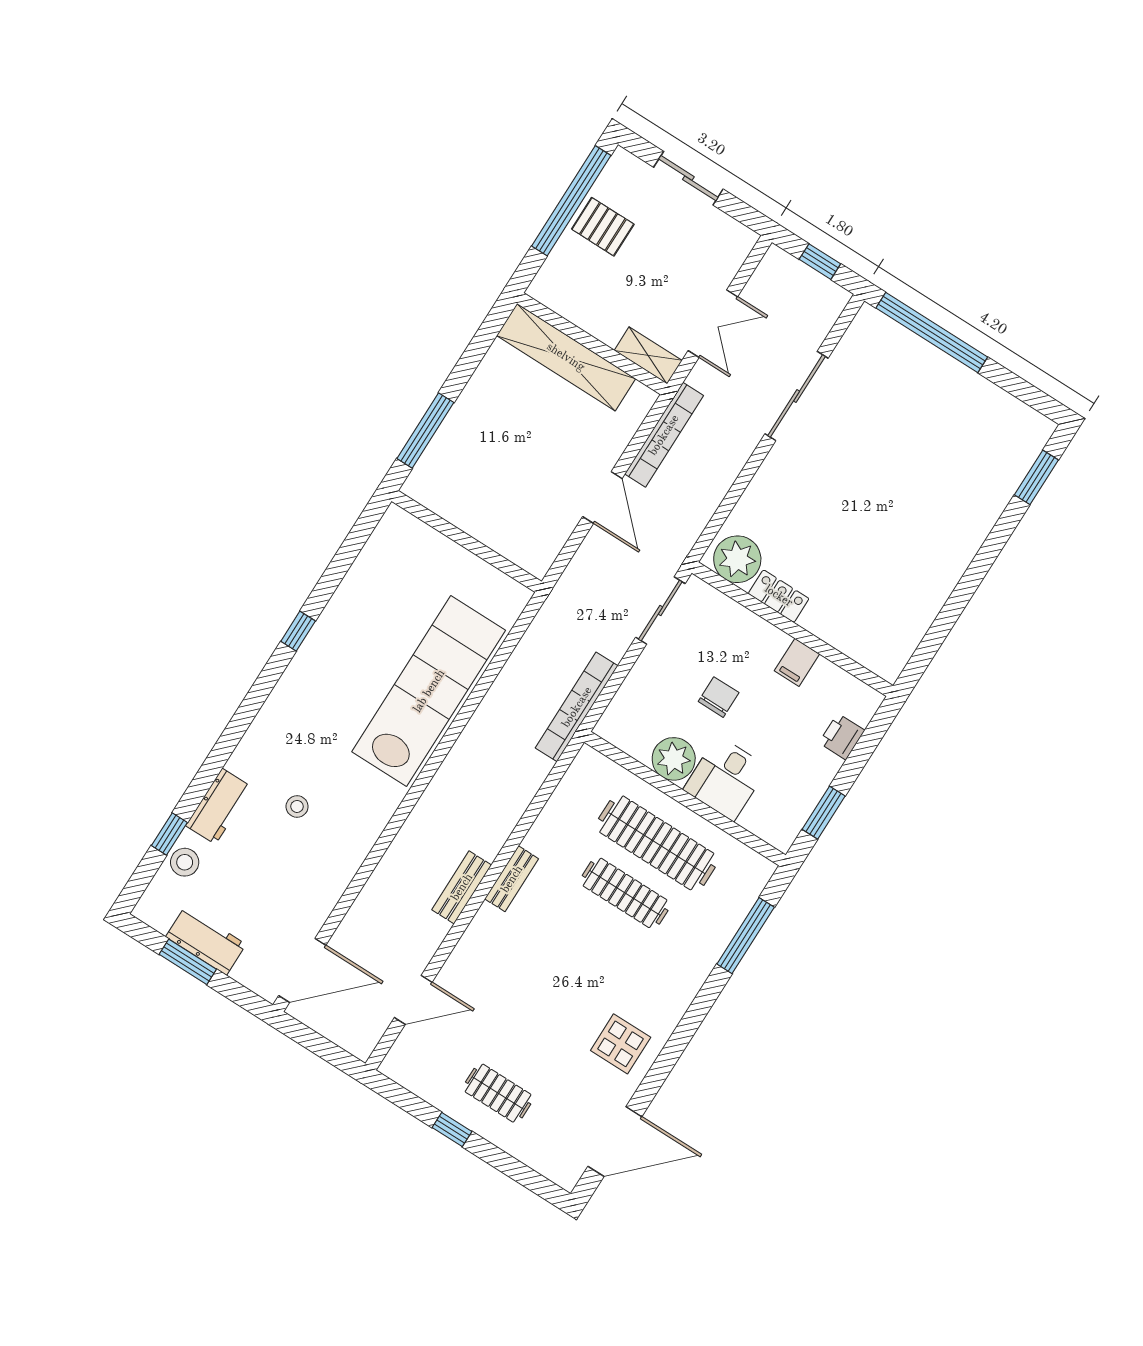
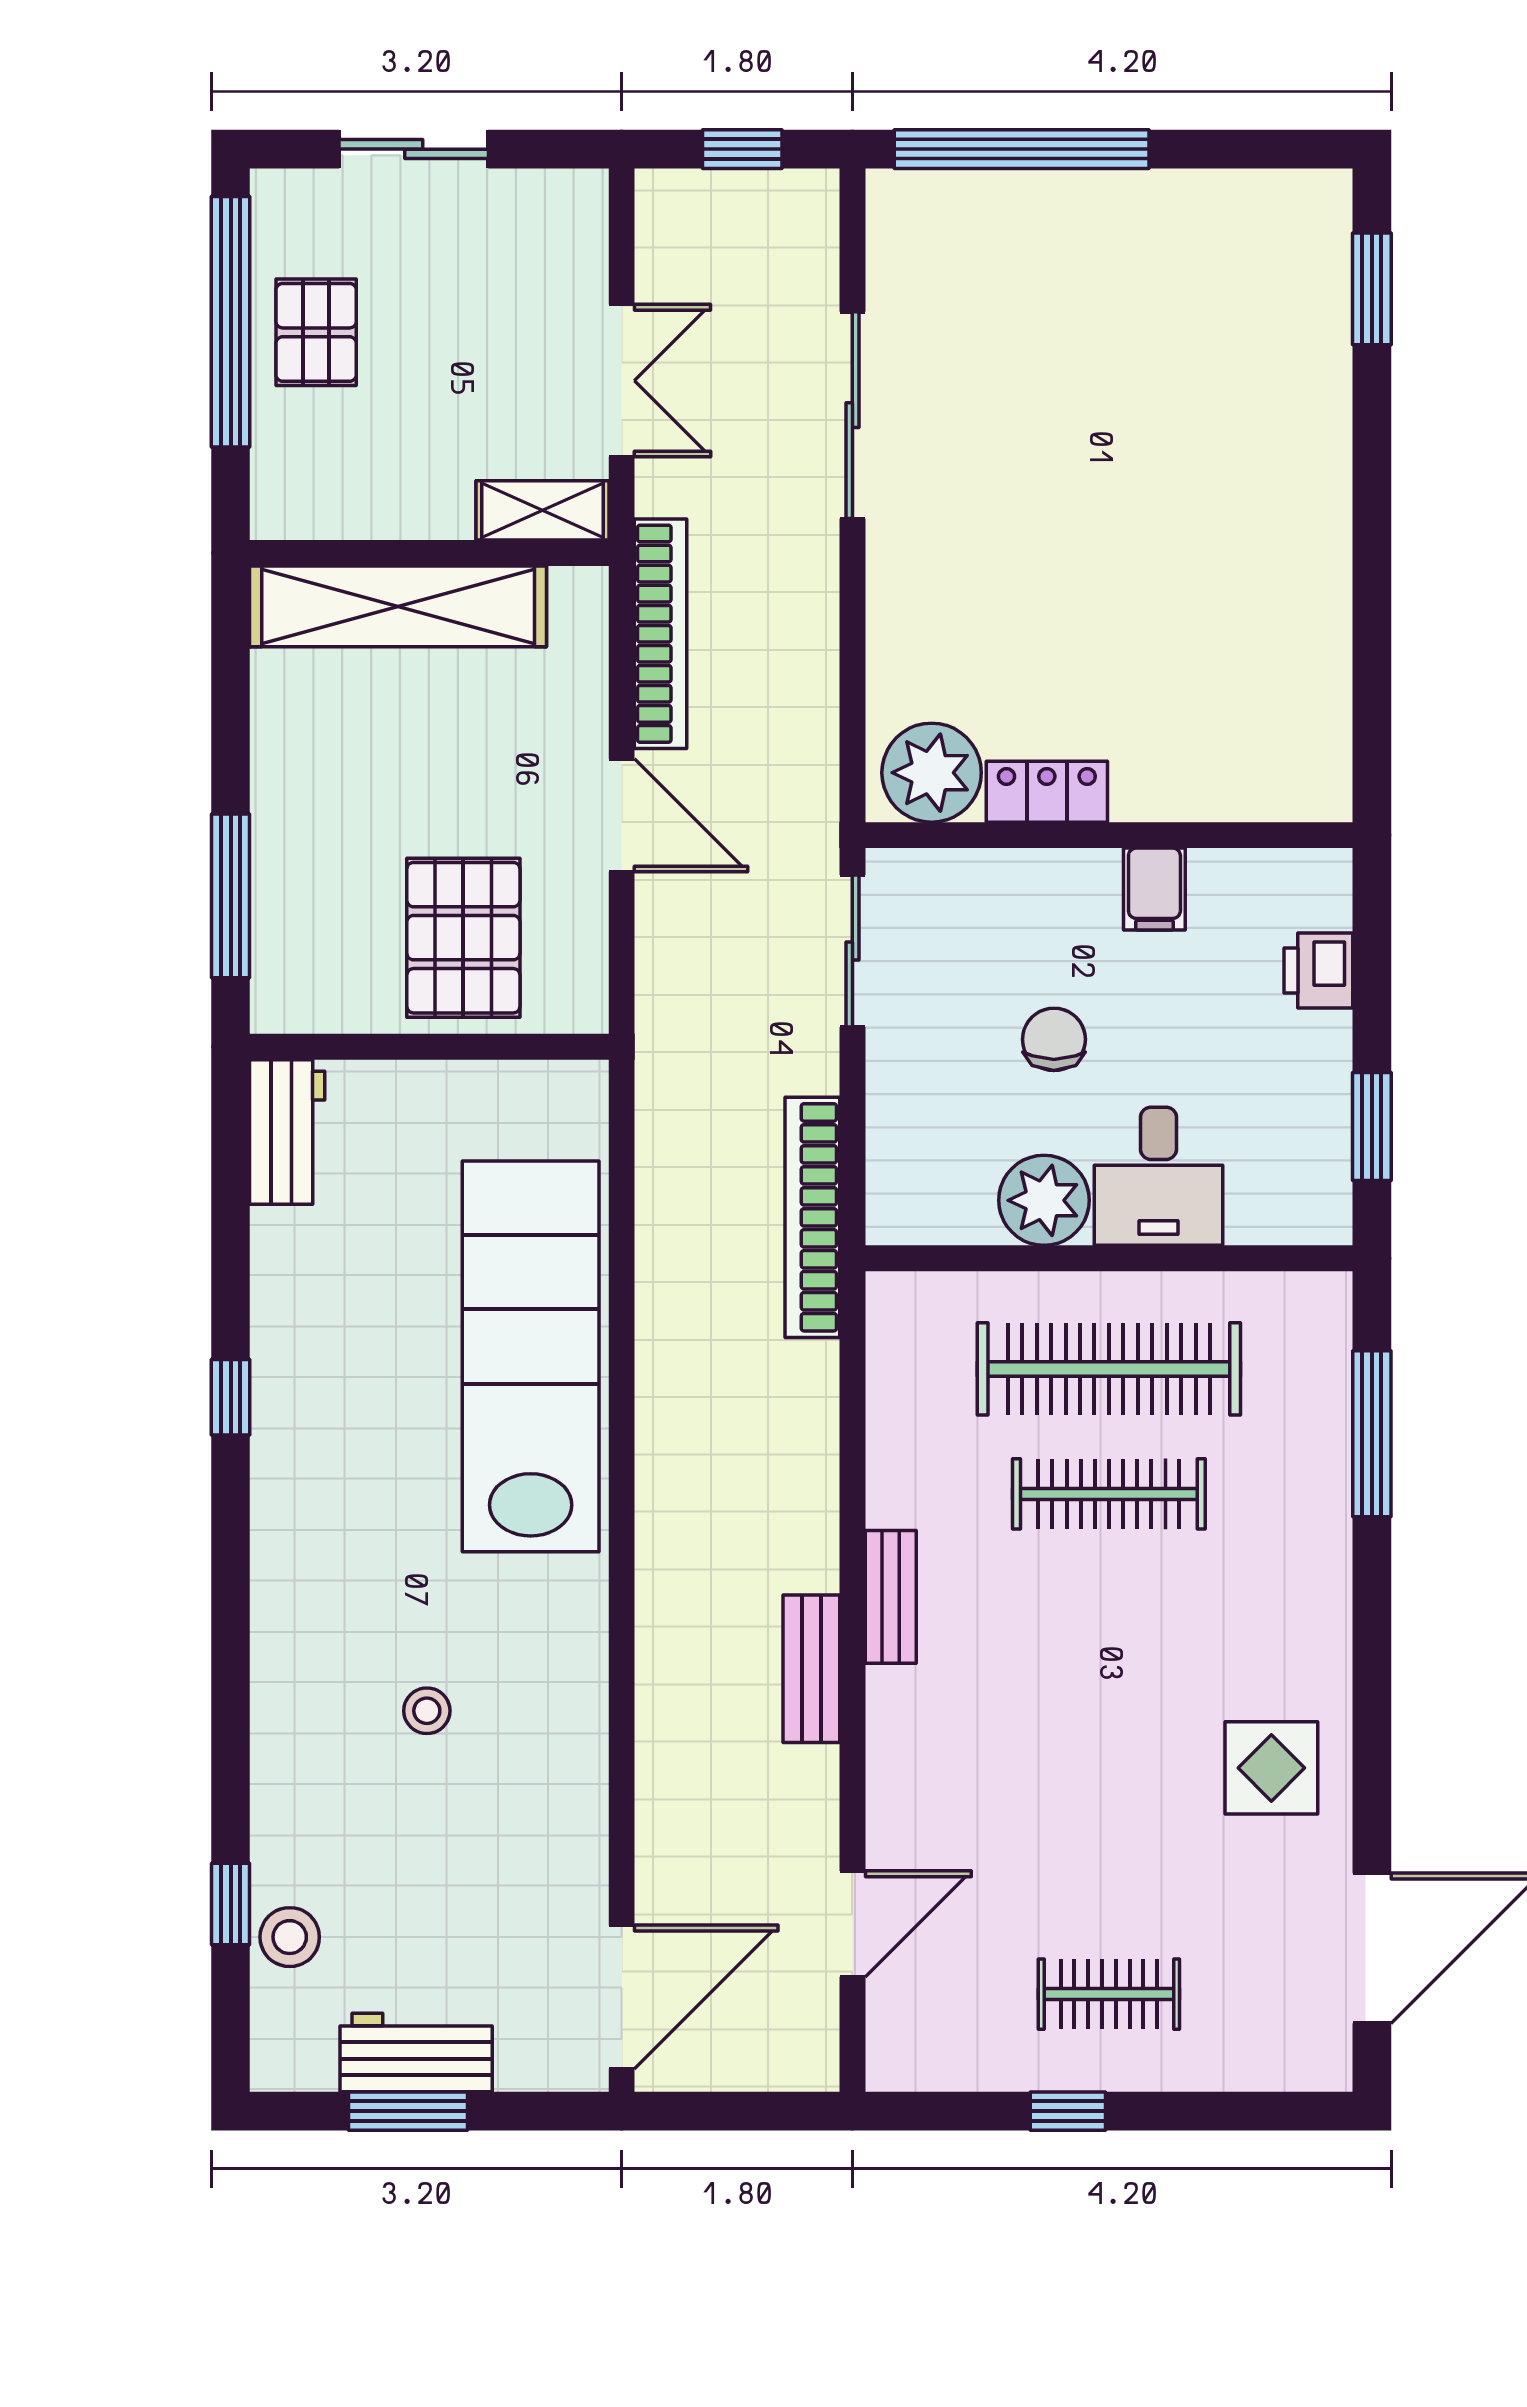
pallet: (603, 227) -> (316, 332), turned 90
pallet: (508, 506) -> (463, 938), added
workbench: (219, 806) -> (287, 1132), moved

